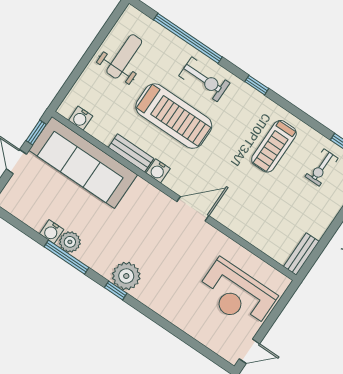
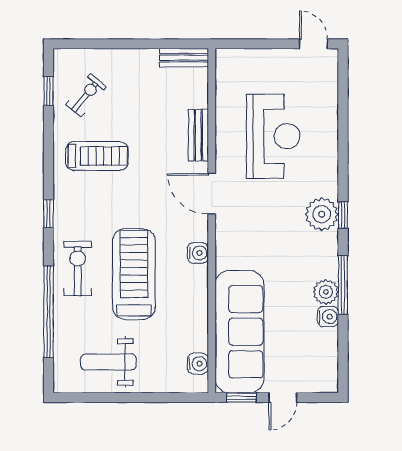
bench: (131, 153) -> (198, 135), moved
exercise bike: (322, 167) -> (86, 95), turned -51
reception desk: (237, 294) -> (273, 136), moved

